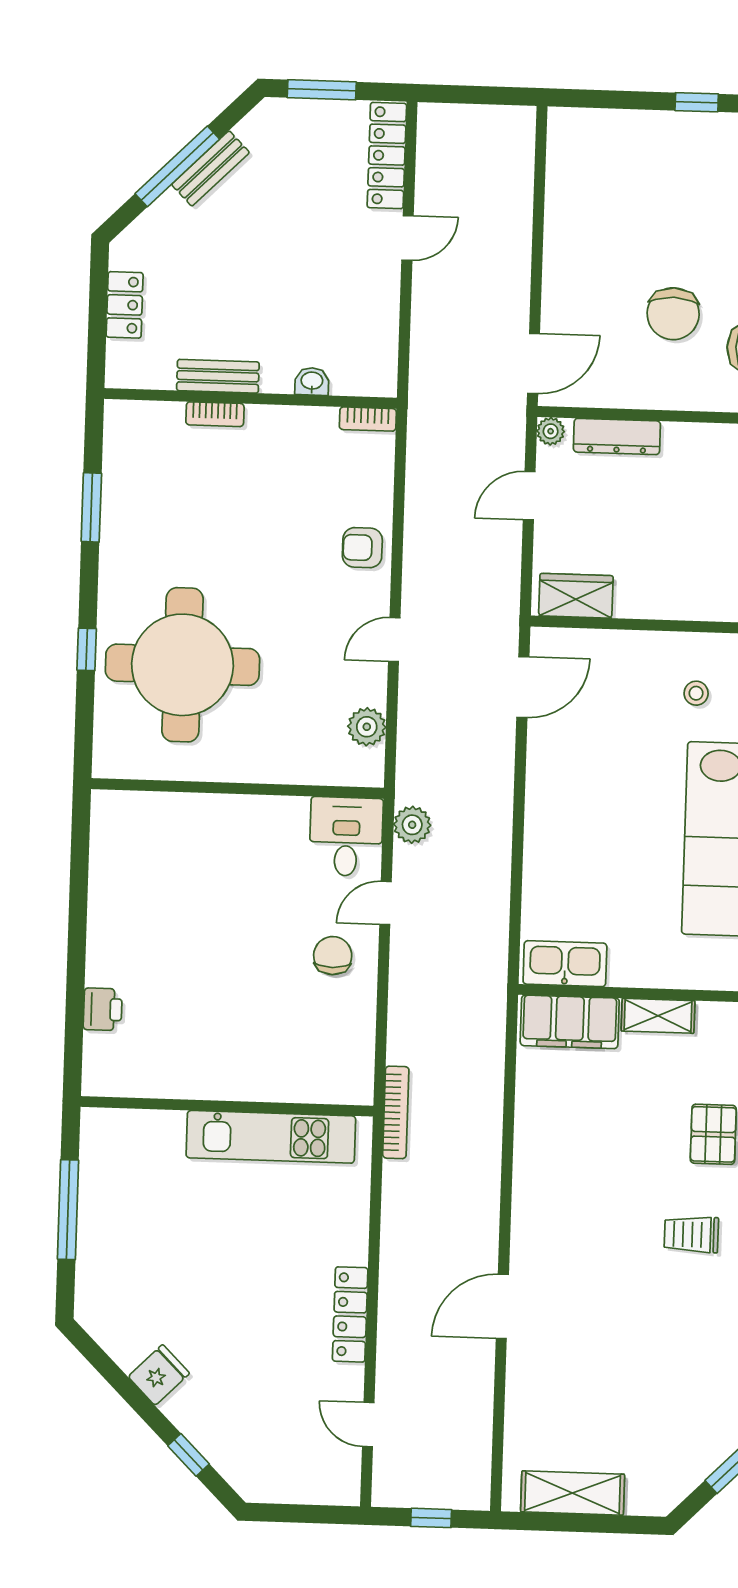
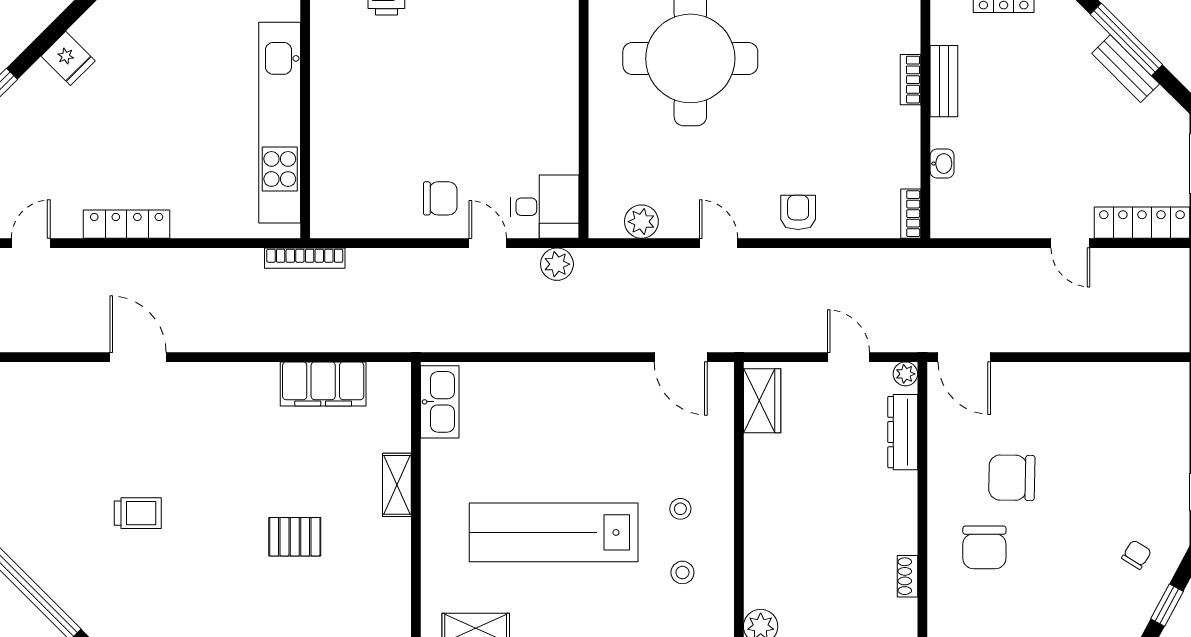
filing cabinet: (570, 1022) -> (323, 384), moved, turned -90
kitchen unit: (271, 1137) -> (280, 123), width x1.36
trolley: (691, 1234) -> (138, 513), moved, turned 90

